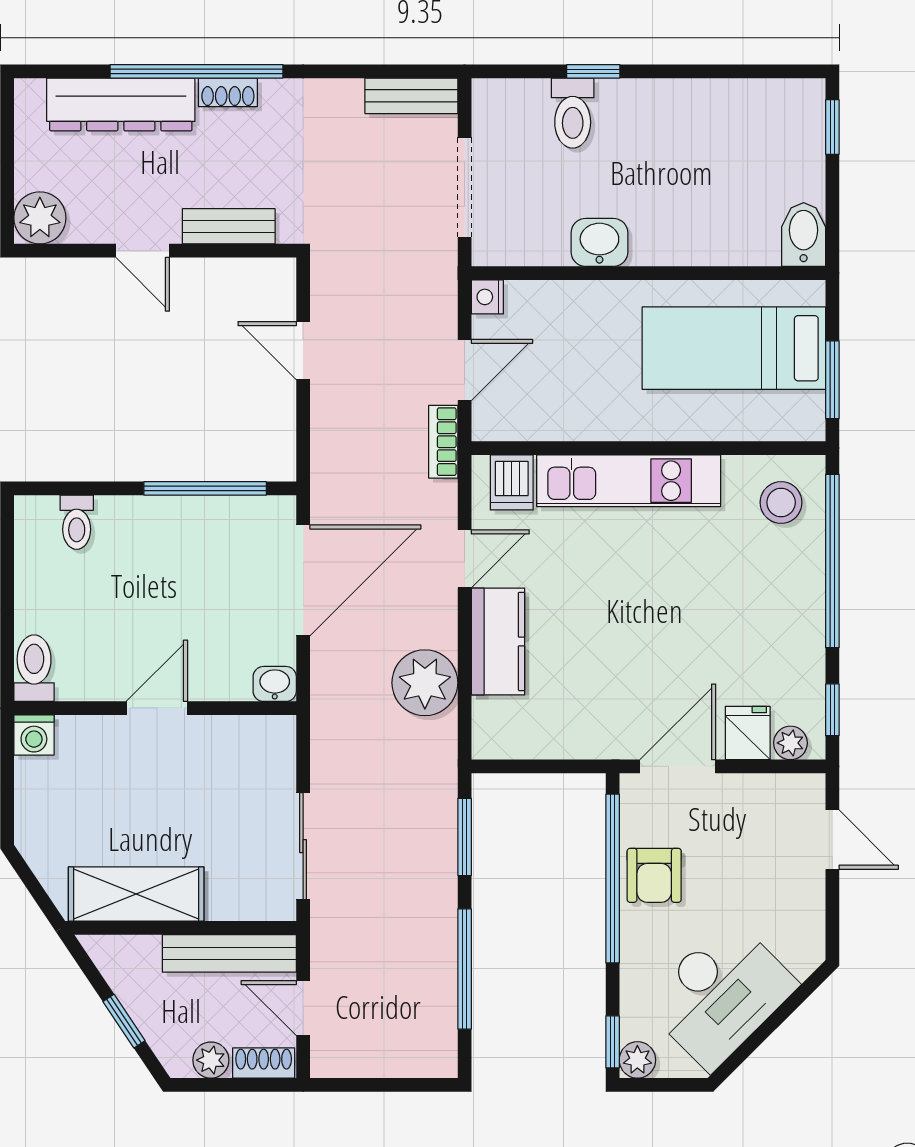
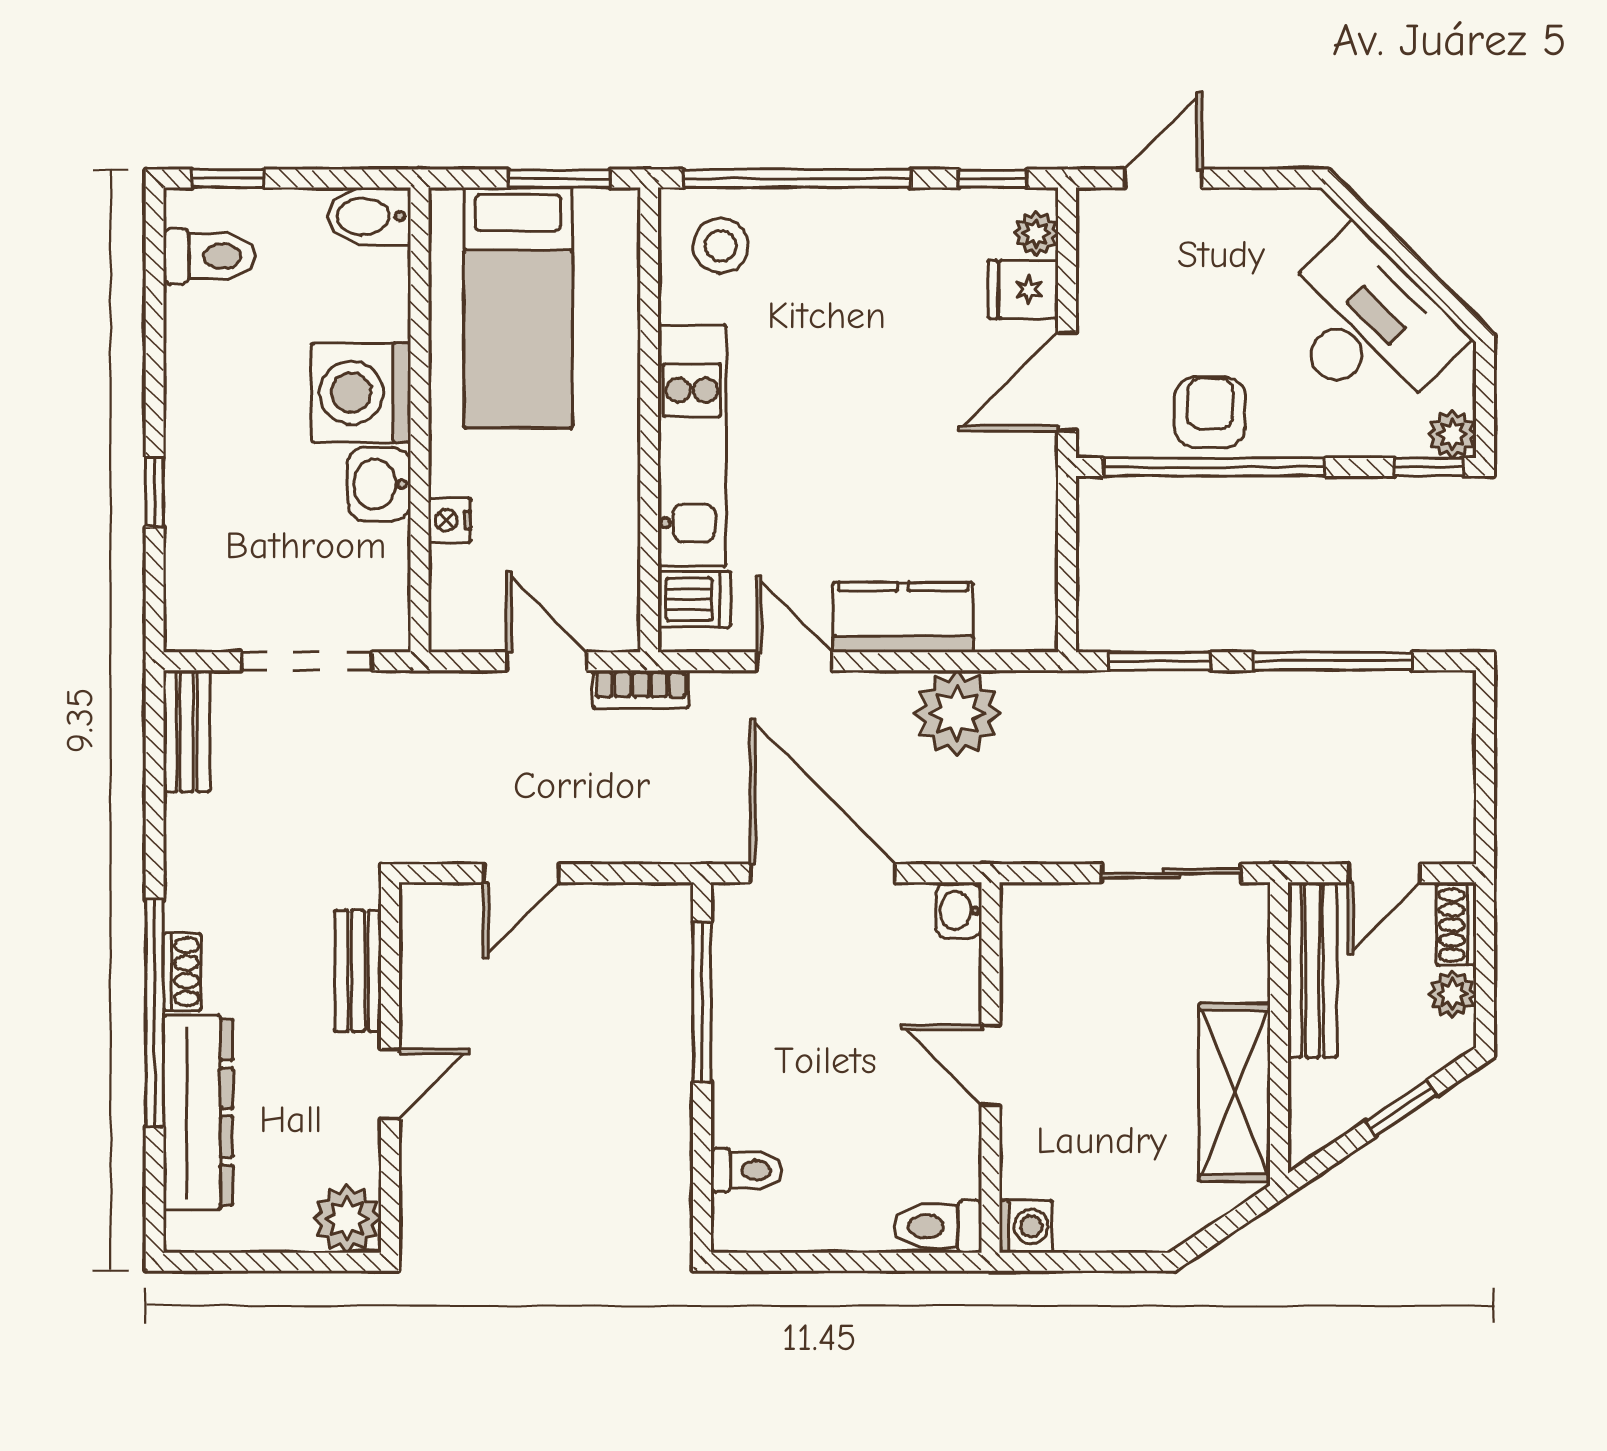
toilet: (573, 113) -> (209, 256), moved
washing machine: (669, 229) -> (361, 393), added
nightstand: (487, 297) -> (449, 520), moved, turned 90
door: (678, 766) -> (1067, 381), hinge flipped
armchair: (654, 875) -> (1210, 412), turned -89

